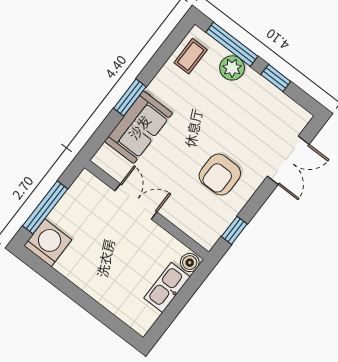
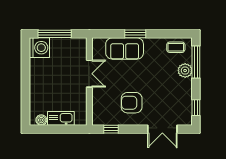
window: (276, 78) -> (196, 108), moved
boiler: (190, 263) -> (41, 120), moved

